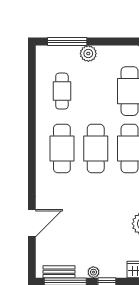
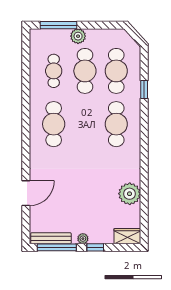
cafe table: (96, 148) -> (85, 71), moved
bench: (59, 272) -> (51, 238), width x1.36

